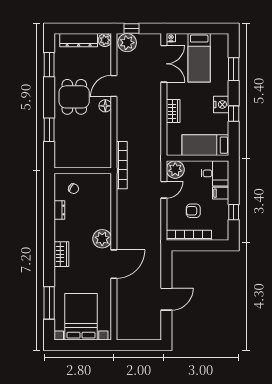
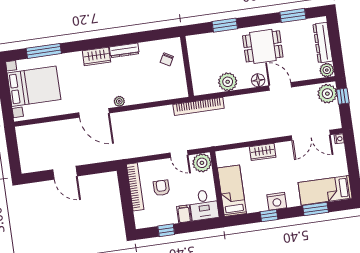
bed: (199, 58) -> (325, 190), moved
plant: (103, 135) -> (228, 82), added
dresser: (59, 210) -> (124, 50), moved, width x1.44
plant: (102, 239) -> (119, 101), width x0.53, depth x0.53

